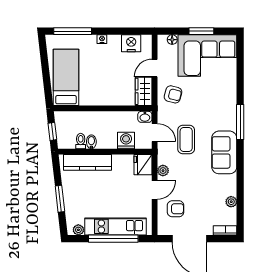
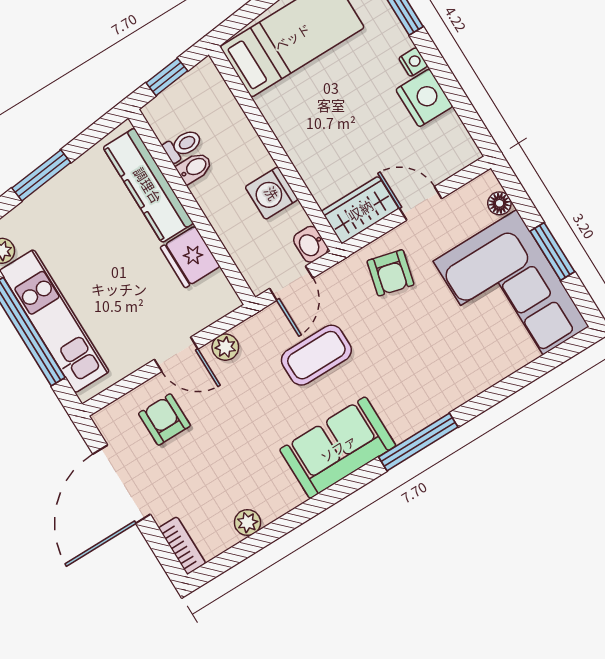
nightstand: (131, 43) -> (424, 98), moved
washing machine: (126, 140) -> (272, 193), moved, turned 180
fridge: (143, 165) -> (190, 257), moved, turned -90
armchair: (176, 209) -> (164, 420), turned 180

